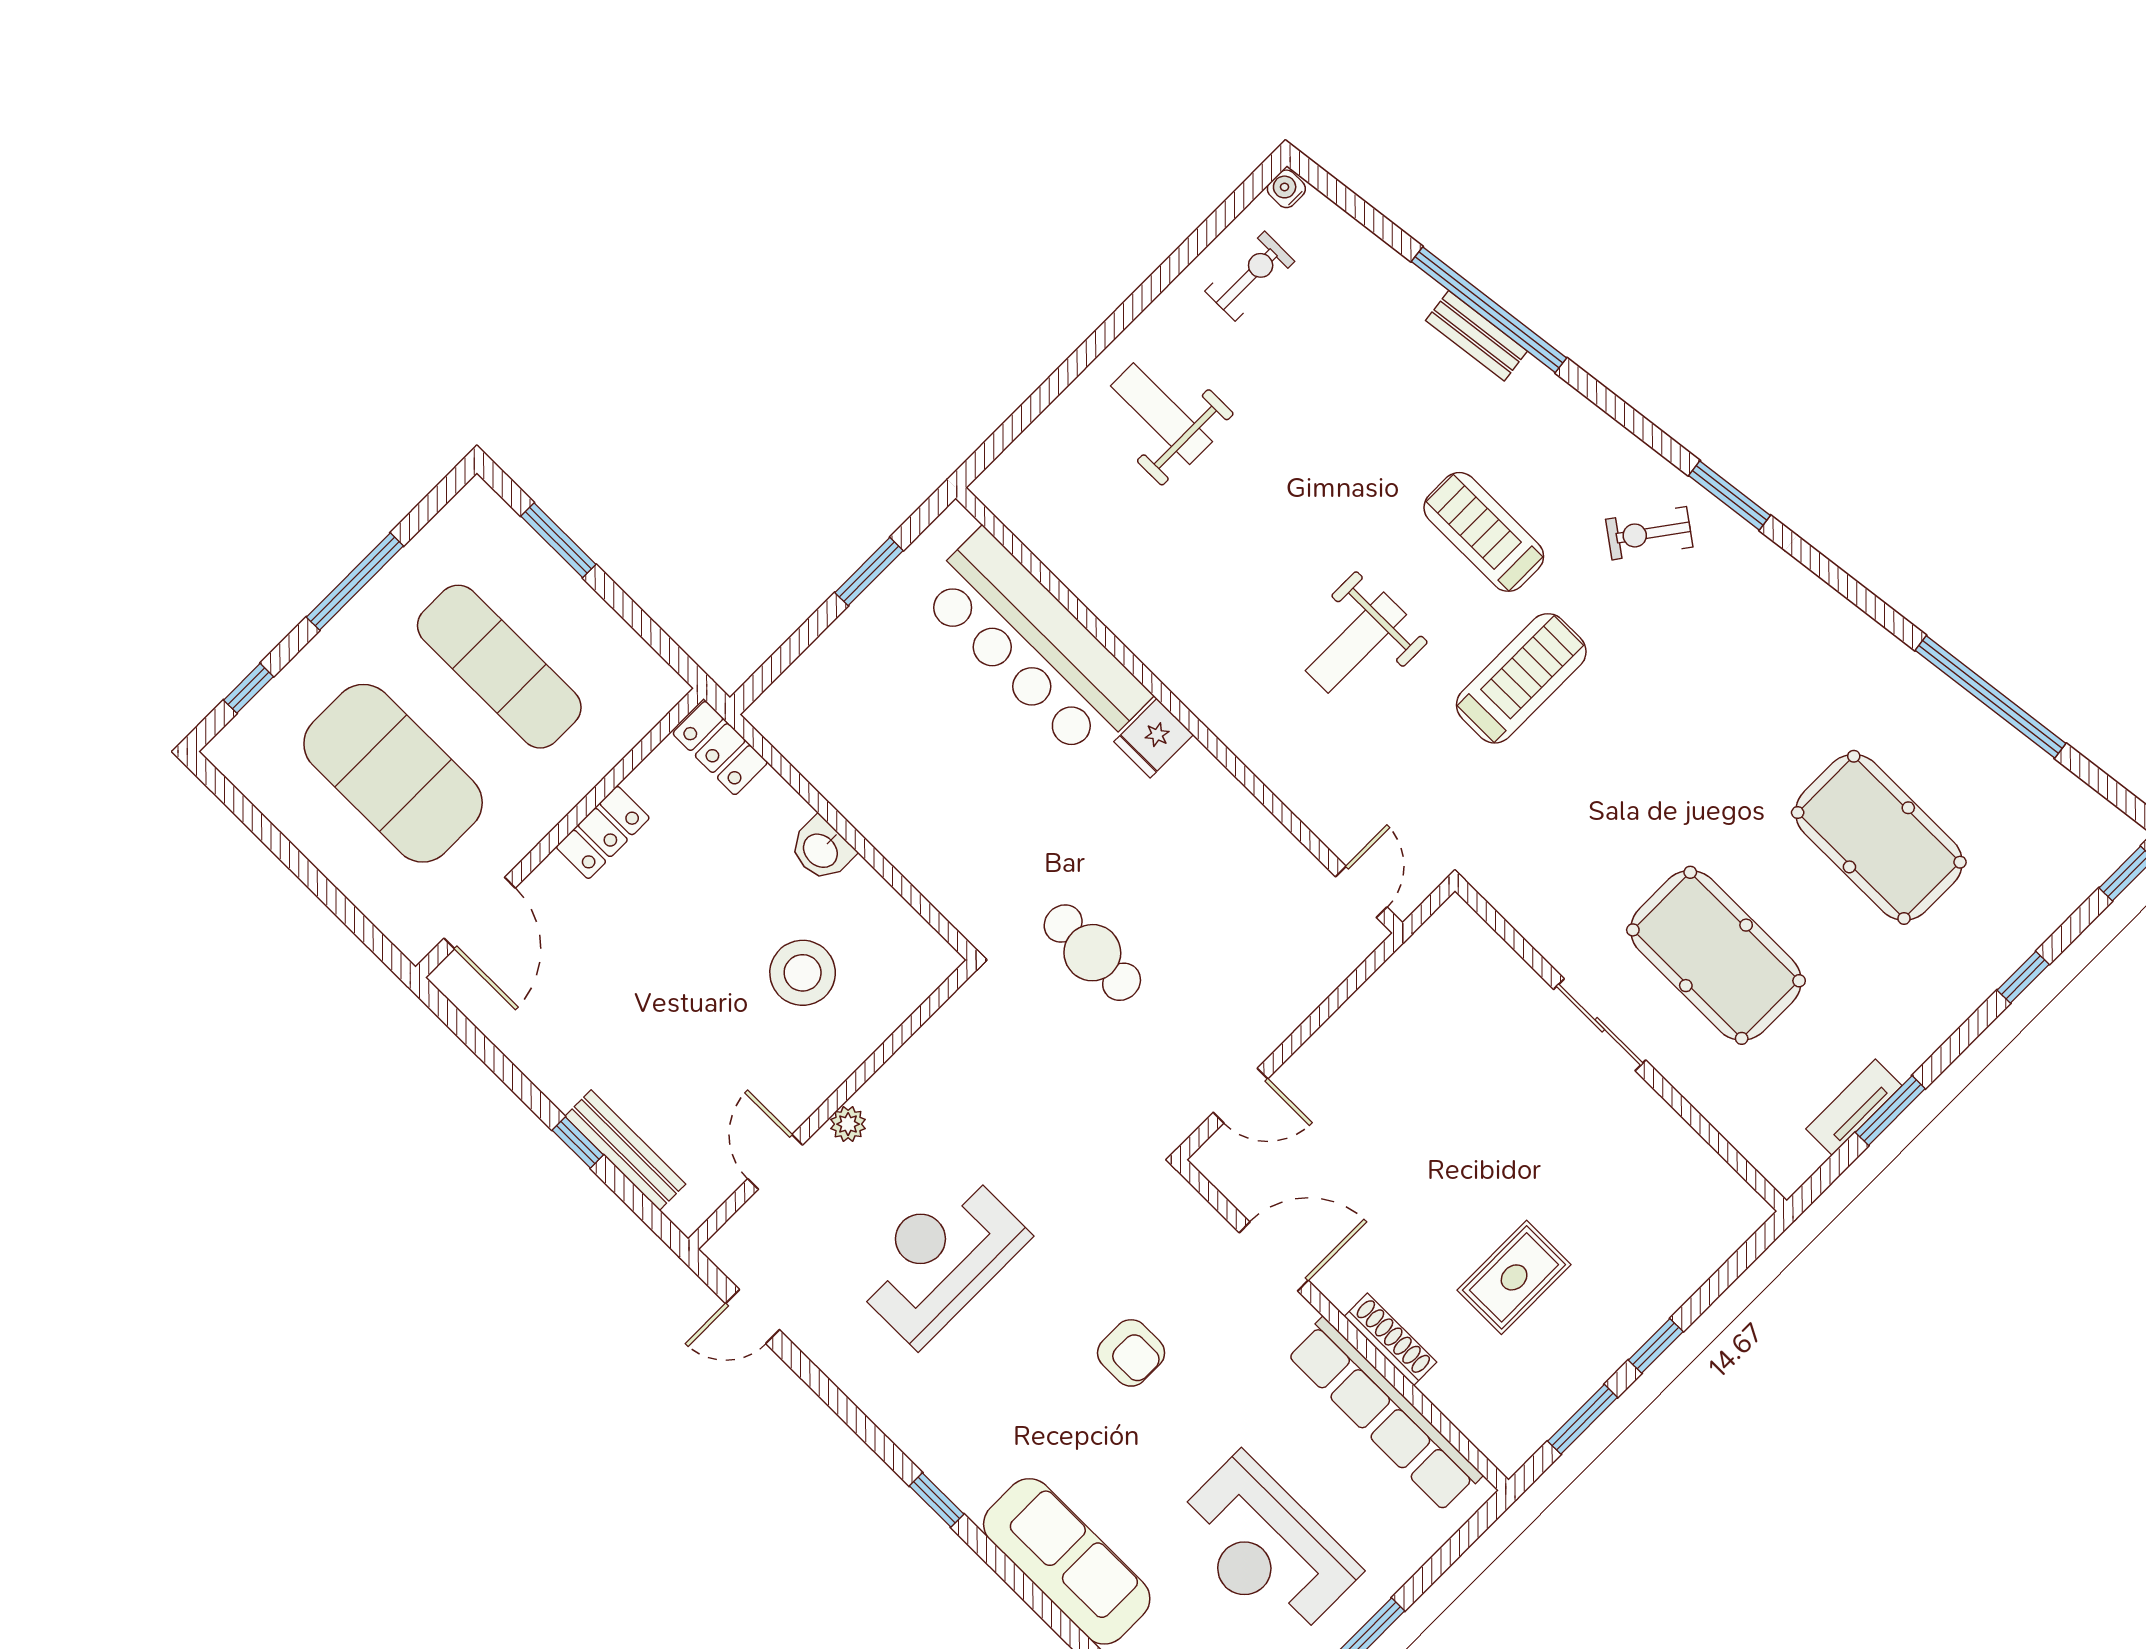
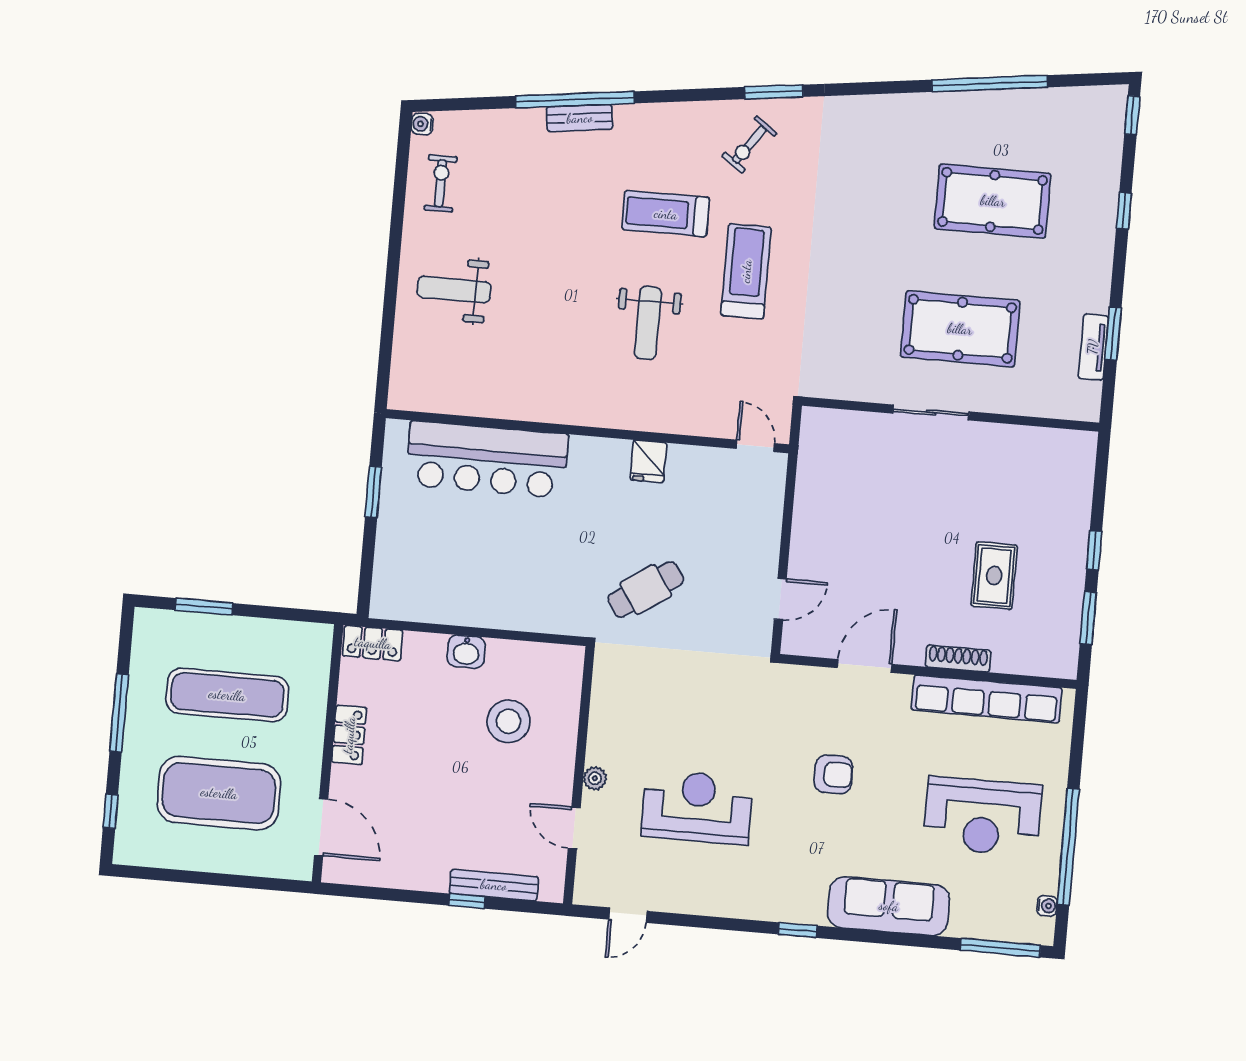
fridge: (1154, 738) -> (648, 461), moved
cafe table: (1092, 953) -> (646, 589), turned -34
reception desk: (939, 1258) -> (697, 807), turned 90

